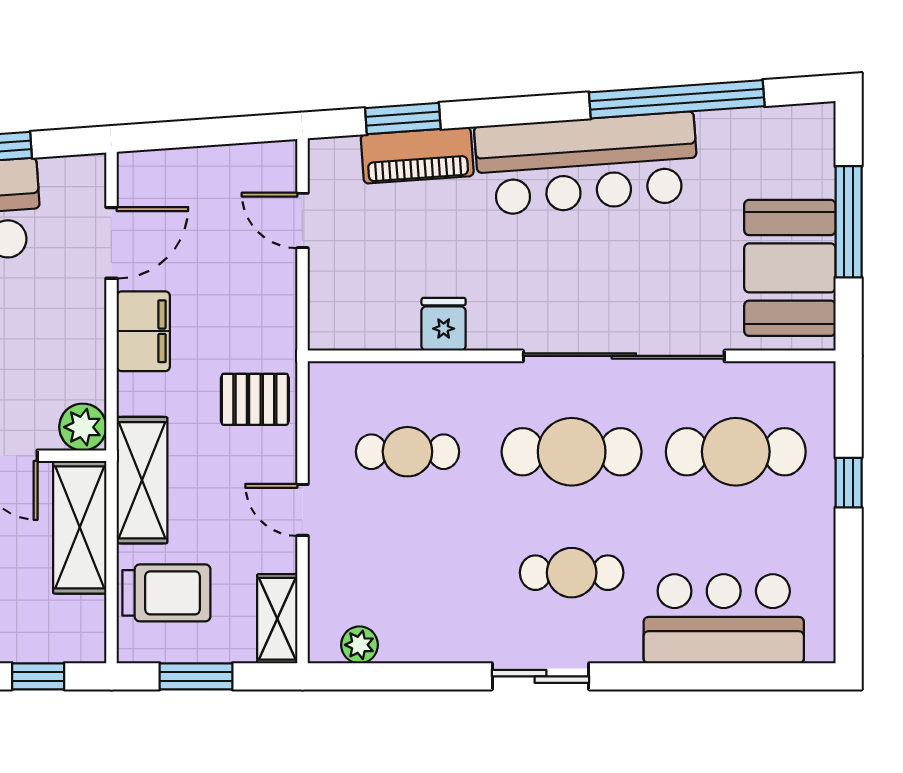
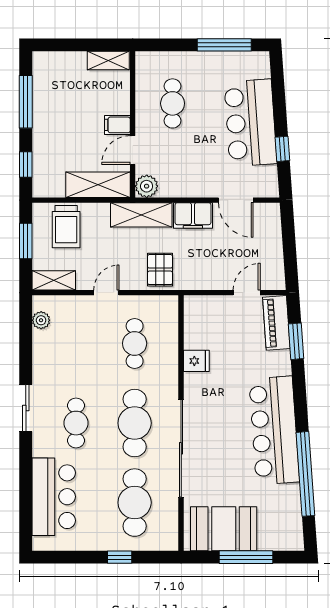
piano: (417, 155) -> (276, 323), moved
shelving: (142, 480) -> (141, 215), moved

